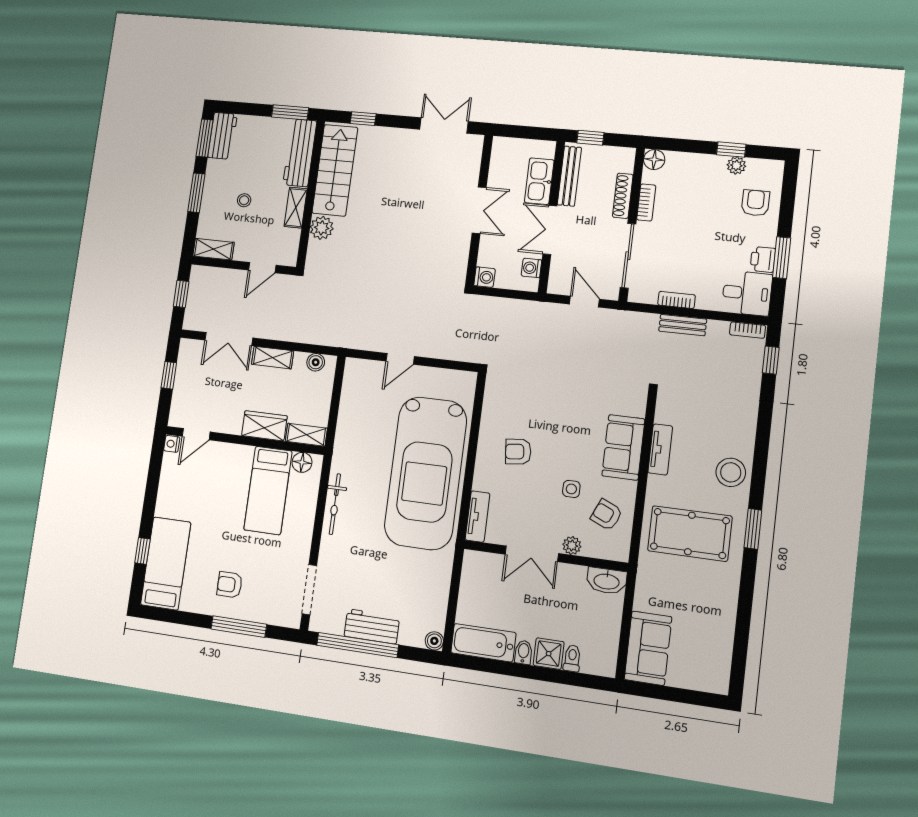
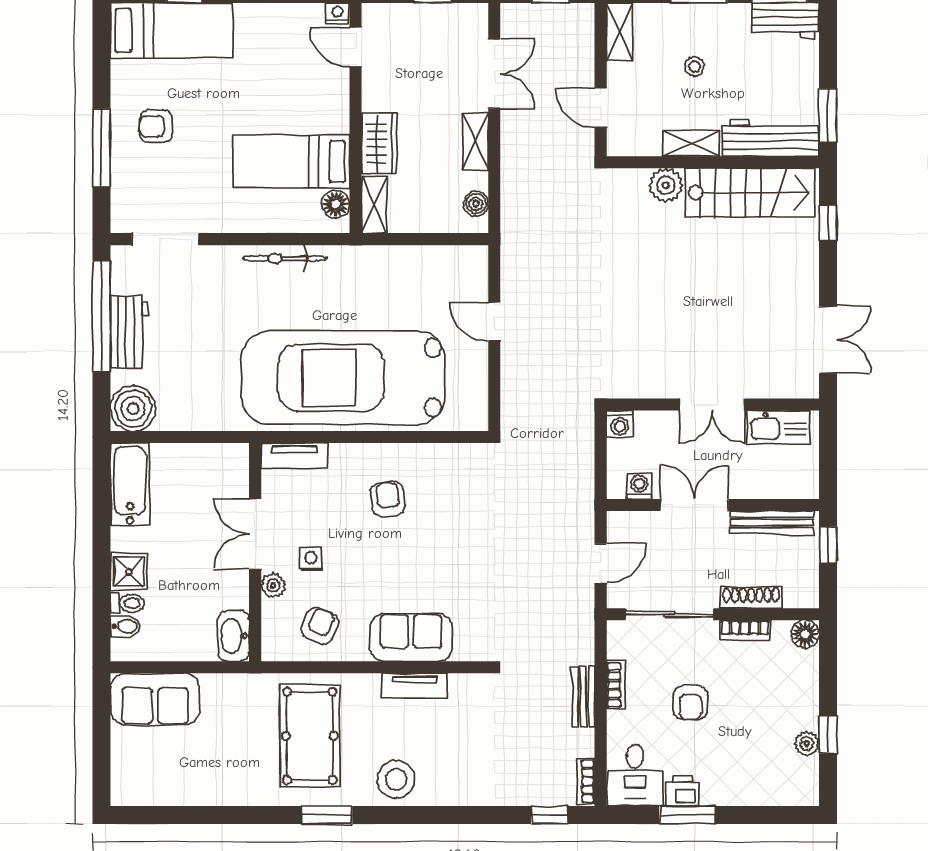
kitchen sink: (539, 181) -> (778, 427), moved, turned 180
armchair: (755, 203) -> (690, 703), moved, turned 90
double door: (229, 339) -> (494, 74), swing flipped
side table: (571, 489) -> (311, 558), moved
armchair: (230, 585) -> (156, 126), turned -90
boiler: (434, 641) -> (133, 408), width x1.86, depth x1.86
bidet: (523, 652) -> (126, 626), moved

